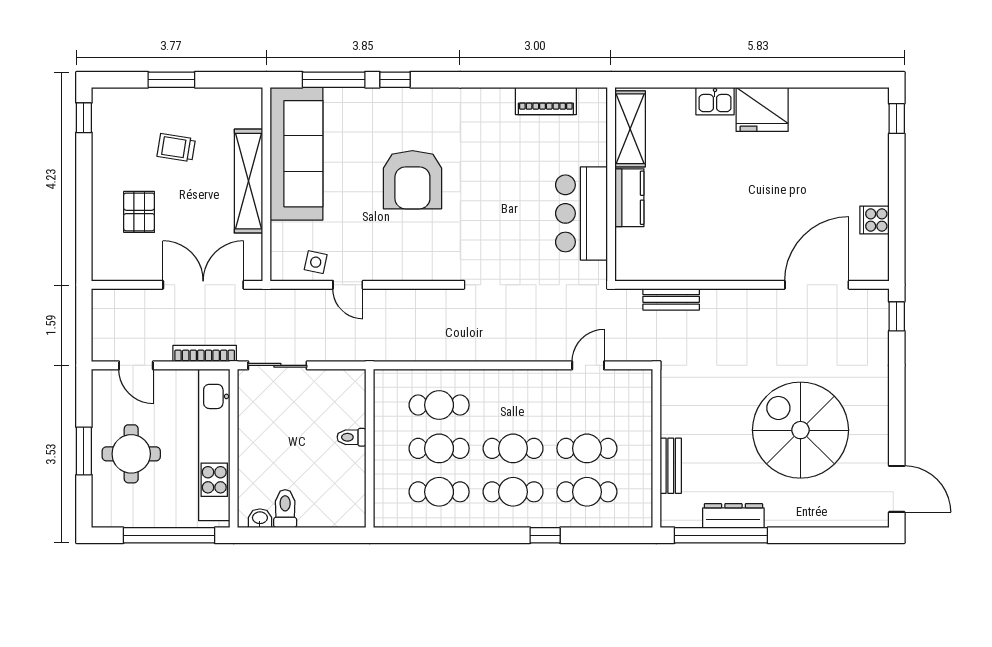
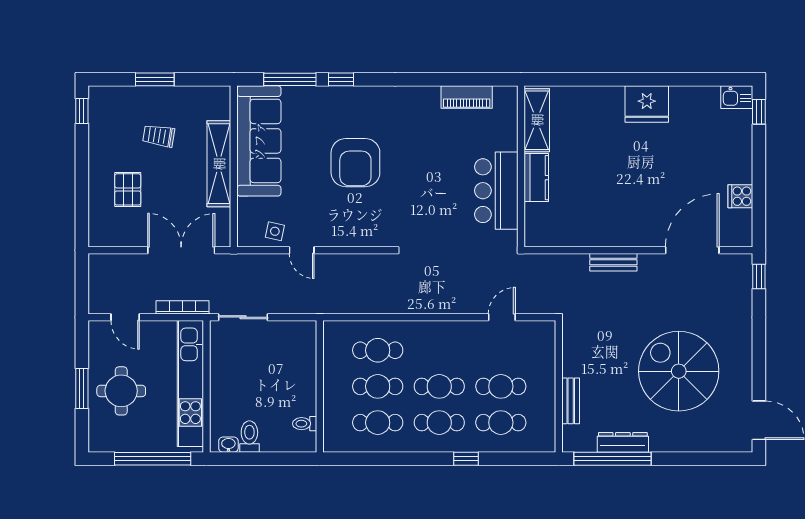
kitchen sink: (715, 101) -> (737, 97), moved
bench: (671, 299) -> (613, 262), moved
toilet: (351, 437) -> (305, 424), moved

